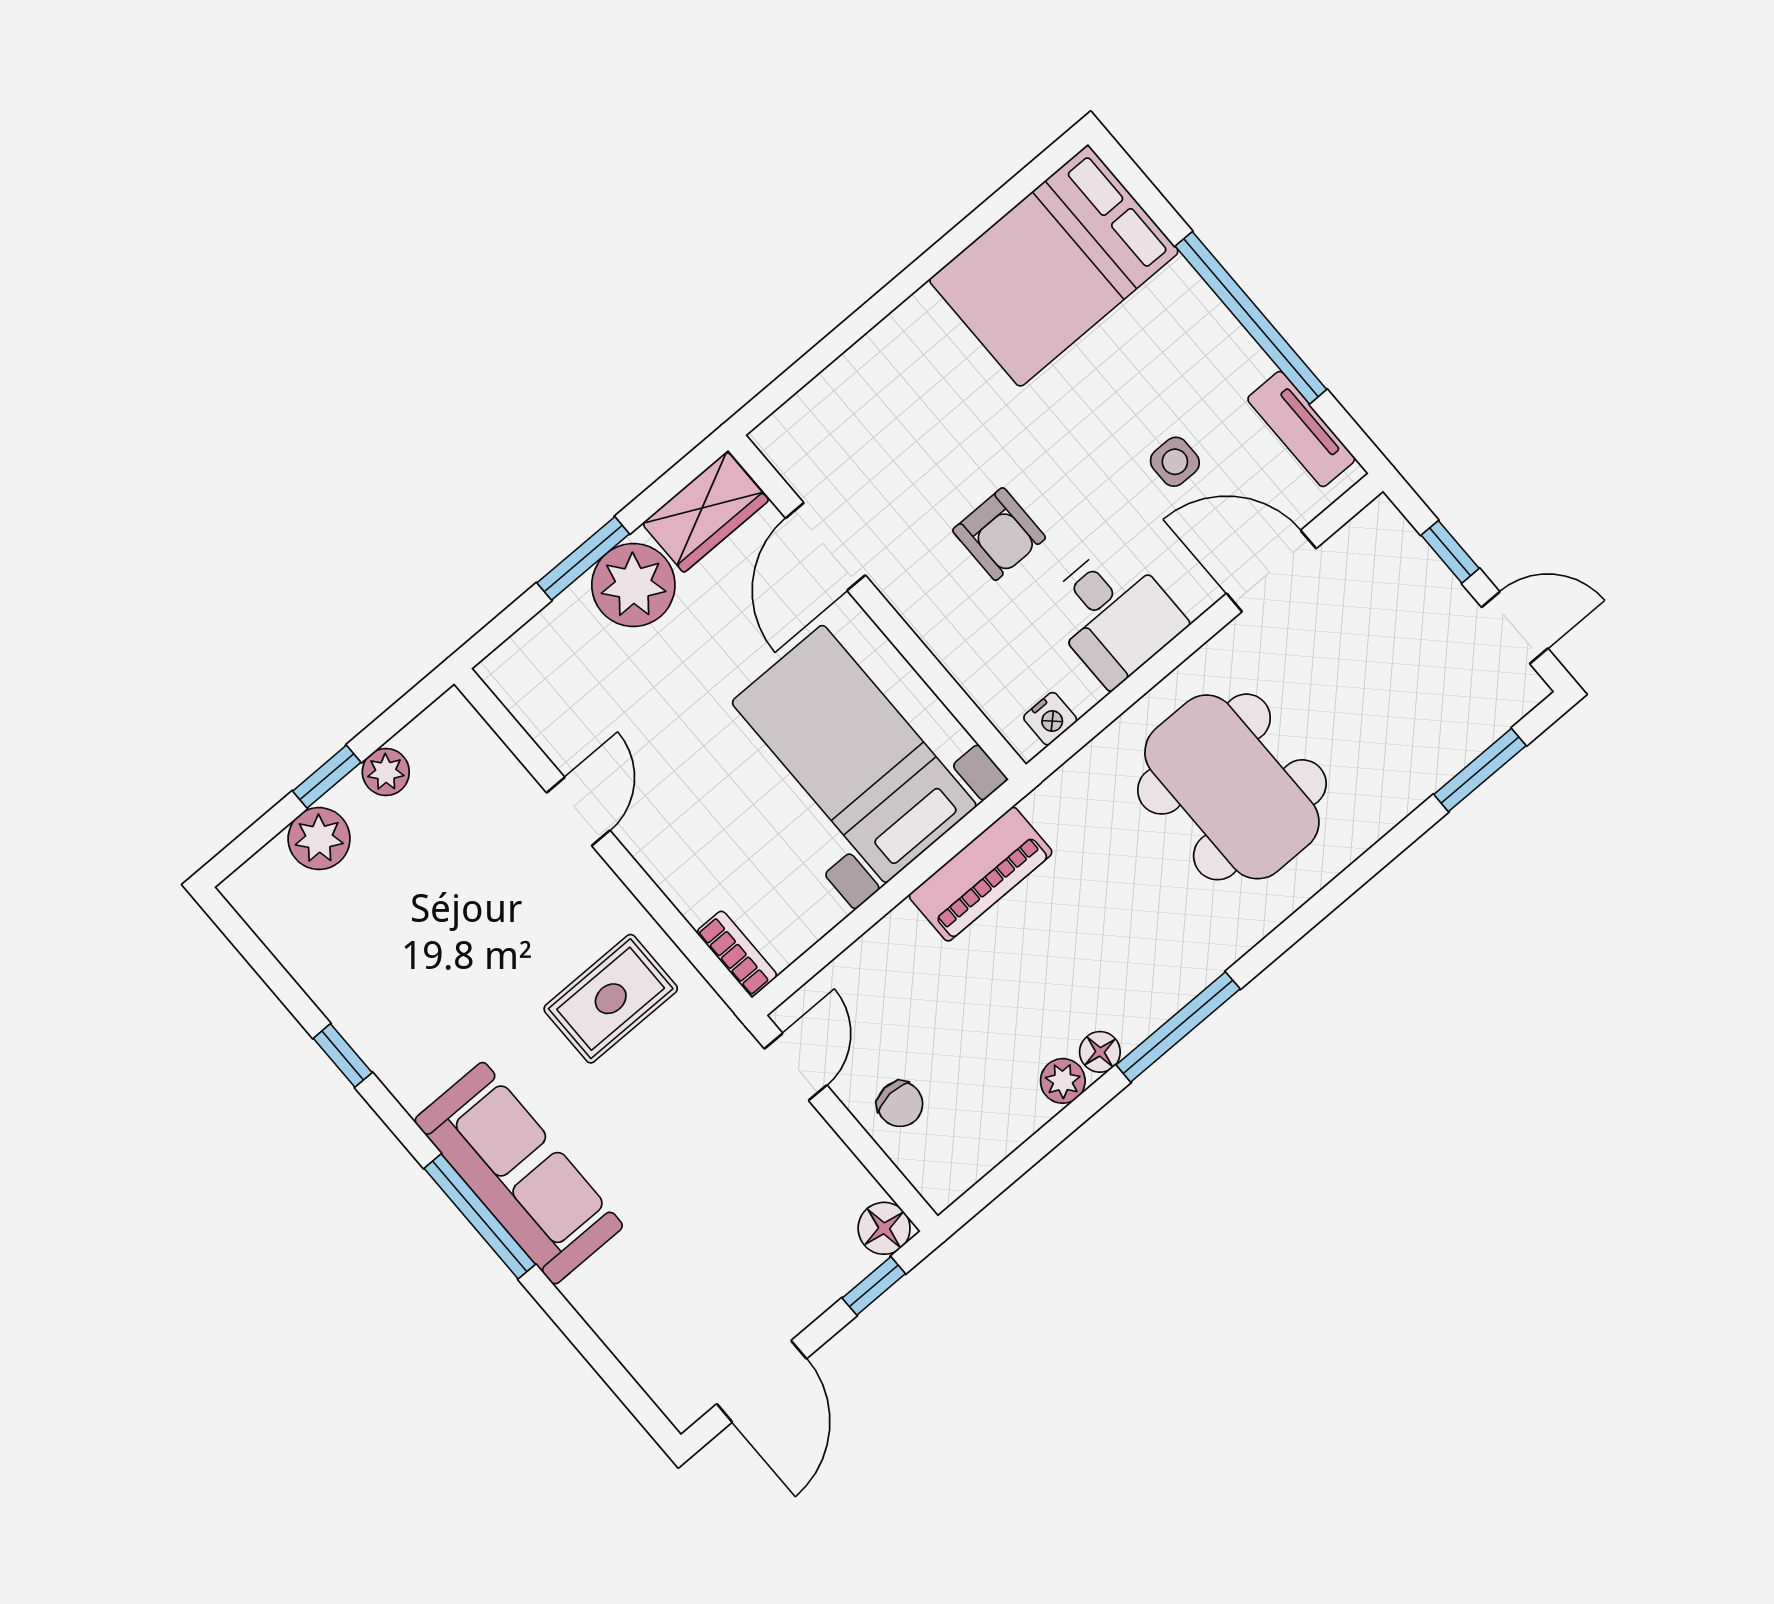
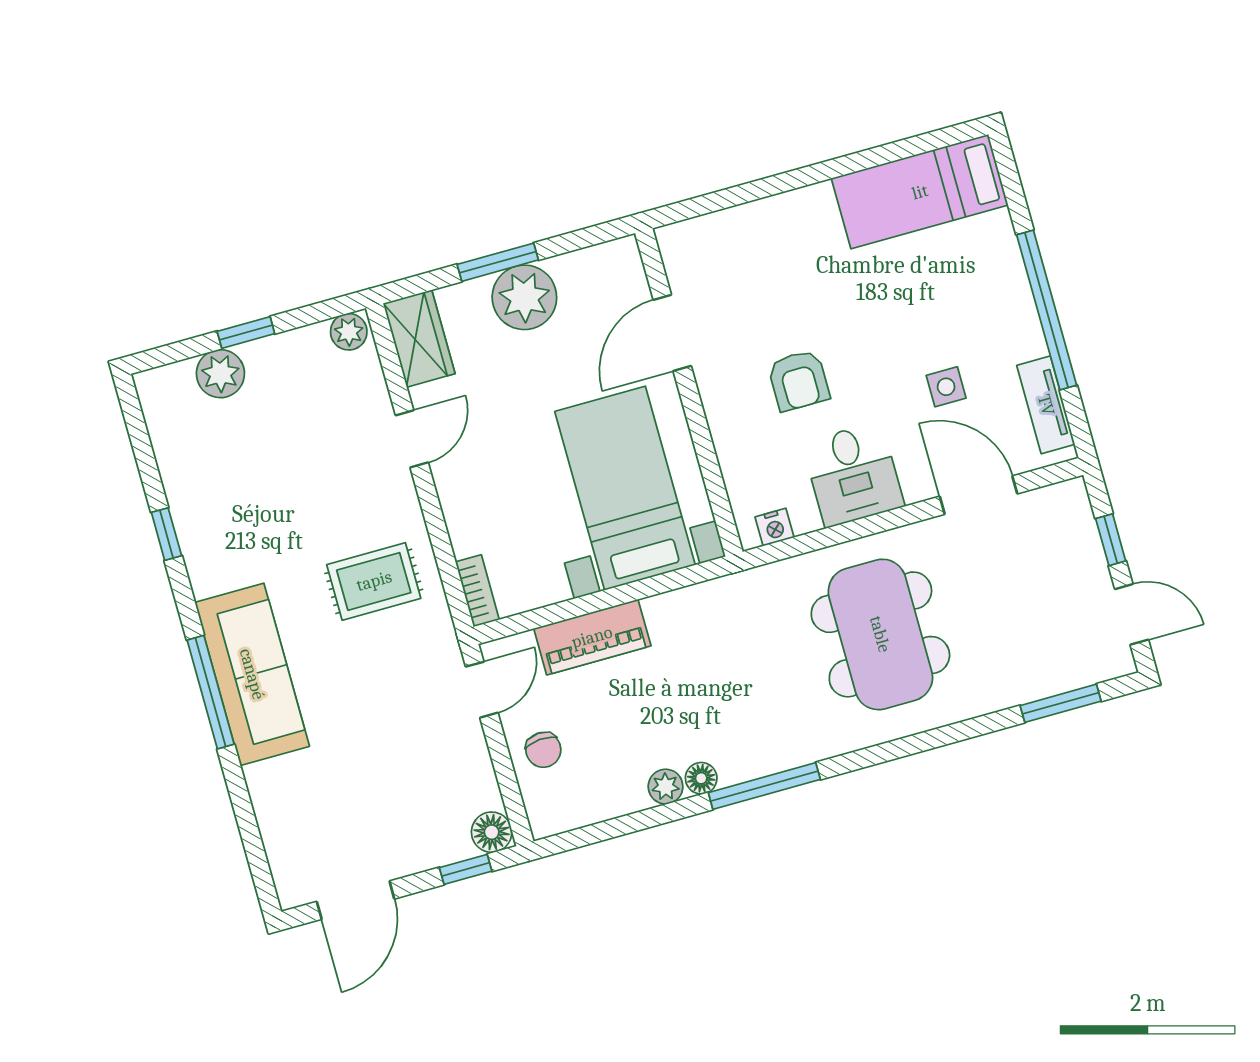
bed: (1054, 266) -> (920, 192), width x0.67
wardrobe: (705, 512) -> (419, 339), moved, turned -90
plant: (386, 772) -> (349, 332), moved
piano: (981, 874) -> (592, 637), moved

